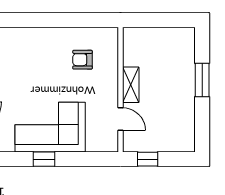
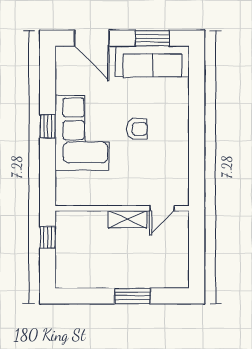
armchair: (83, 60) -> (137, 129), moved, turned 90
door: (120, 119) -> (162, 208), moved

